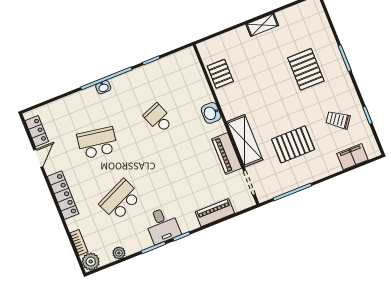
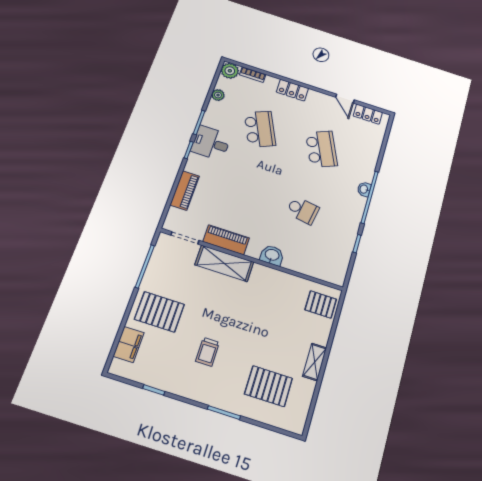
pallet: (306, 69) -> (269, 386), moved
pallet: (220, 74) -> (321, 304), moved
school desk: (158, 118) -> (303, 210), turned 30
trolley: (338, 120) -> (208, 352), moved, turned 144
school desk: (97, 143) -> (321, 149), turned -33
pallet: (293, 144) -> (159, 312), moved, turned 90
locker: (63, 195) -> (292, 90), width x0.66

